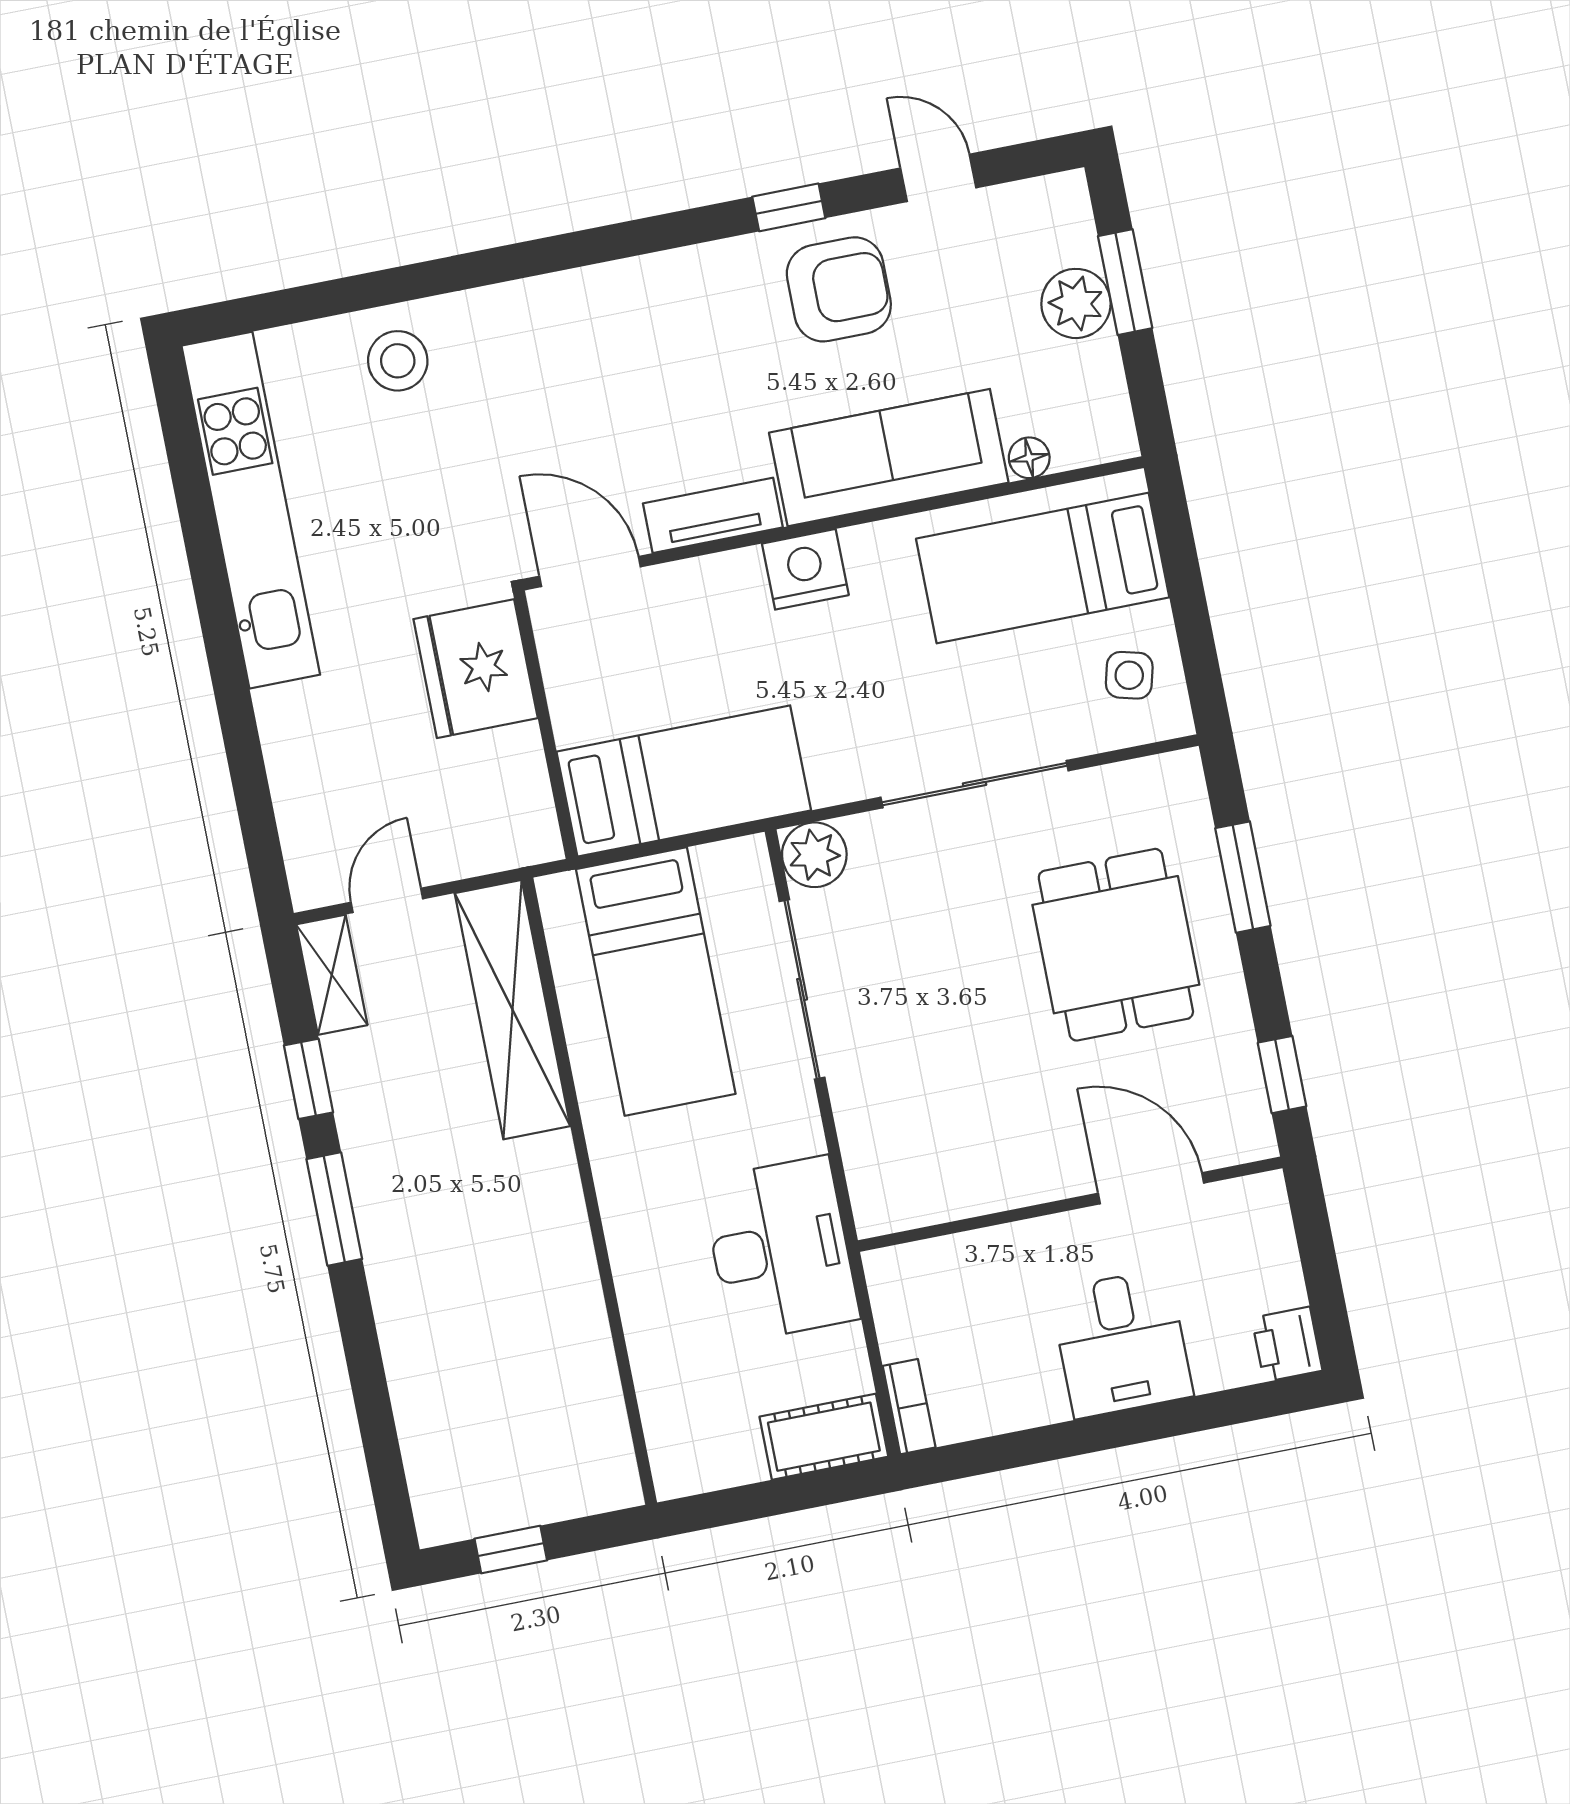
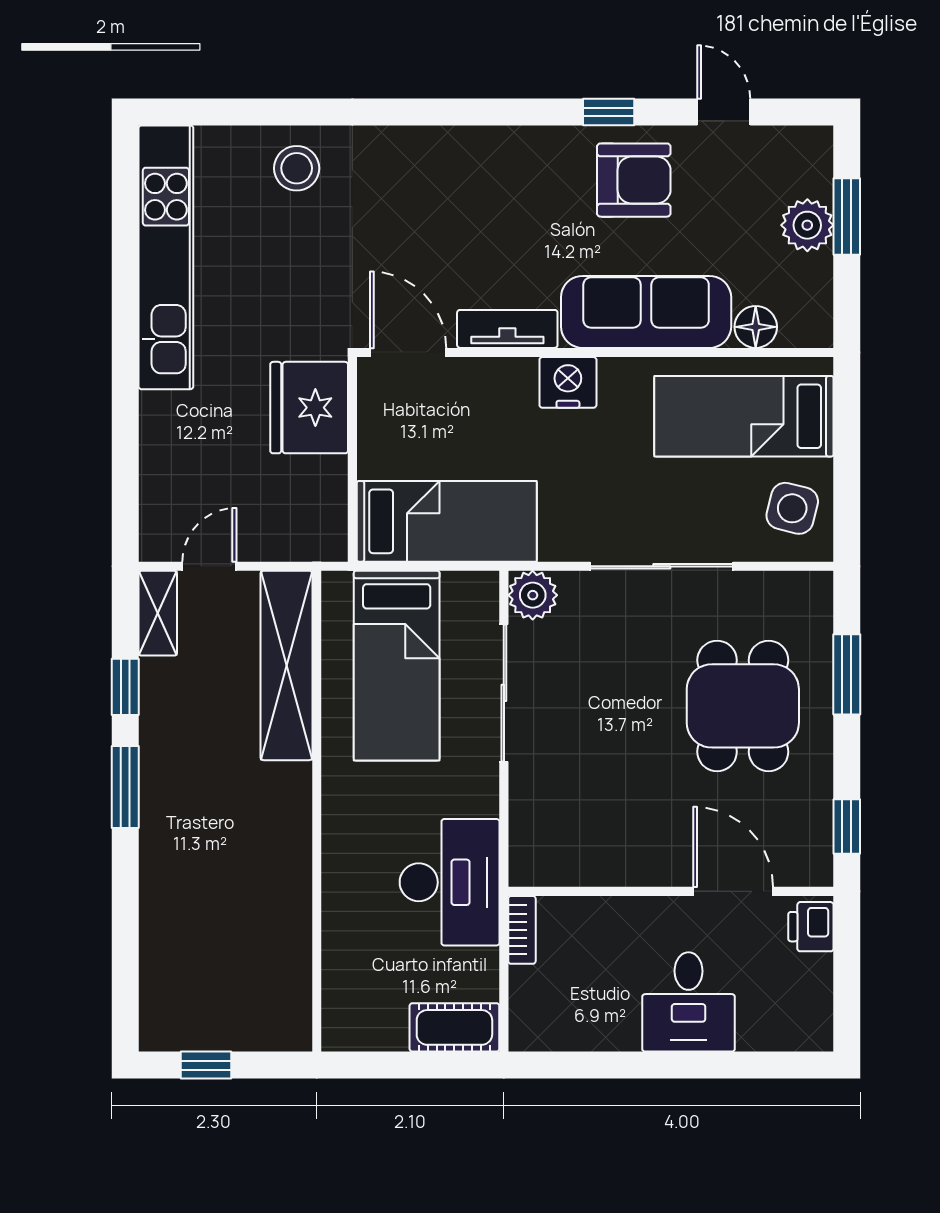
floor lamp: (1029, 458) -> (756, 327), width x1.37, depth x1.37
side table: (1129, 675) -> (792, 508), width x1.37, depth x1.37
printer: (1287, 1344) -> (811, 927), moved
bookcase: (909, 1407) -> (522, 930), moved

